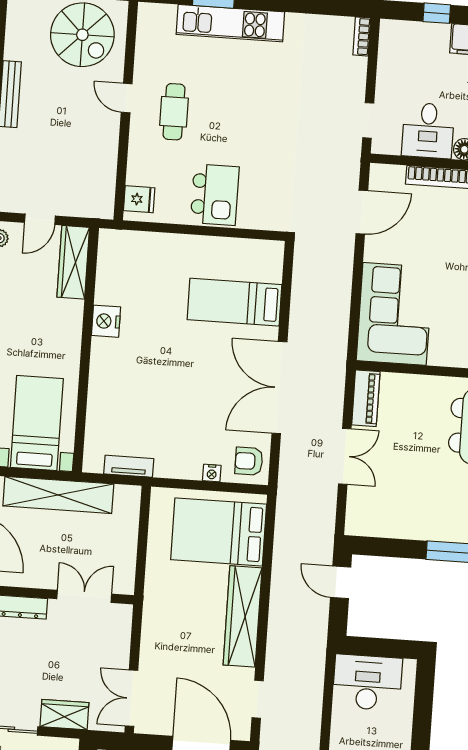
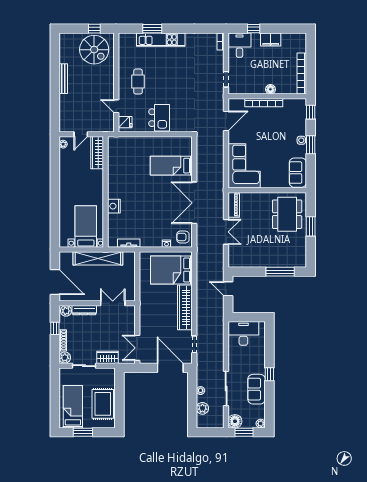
door: (127, 98) -> (116, 106), moved
desk: (428, 130) -> (240, 45), moved, turned 180
nightstand: (106, 321) -> (114, 206), moved

